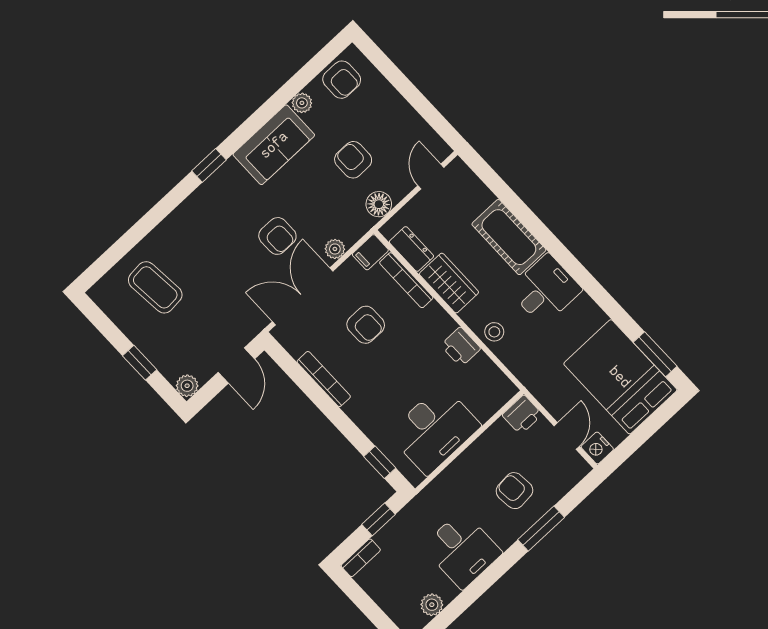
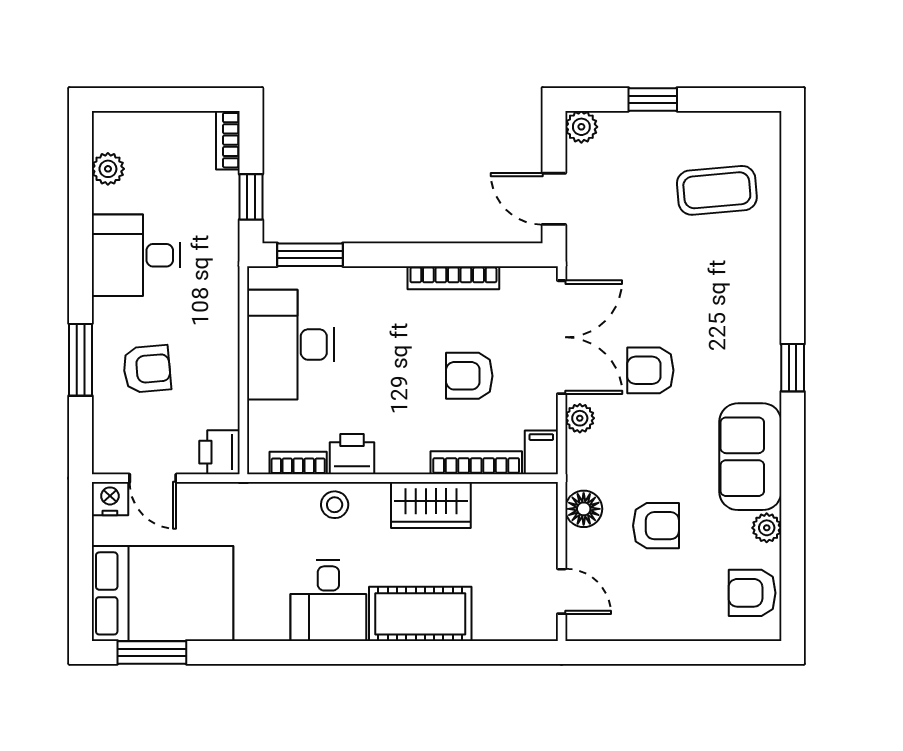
dresser: (411, 249) -> (504, 499), removed
bookcase: (490, 370) -> (298, 463), added
window: (380, 462) -> (310, 255), width x1.50

